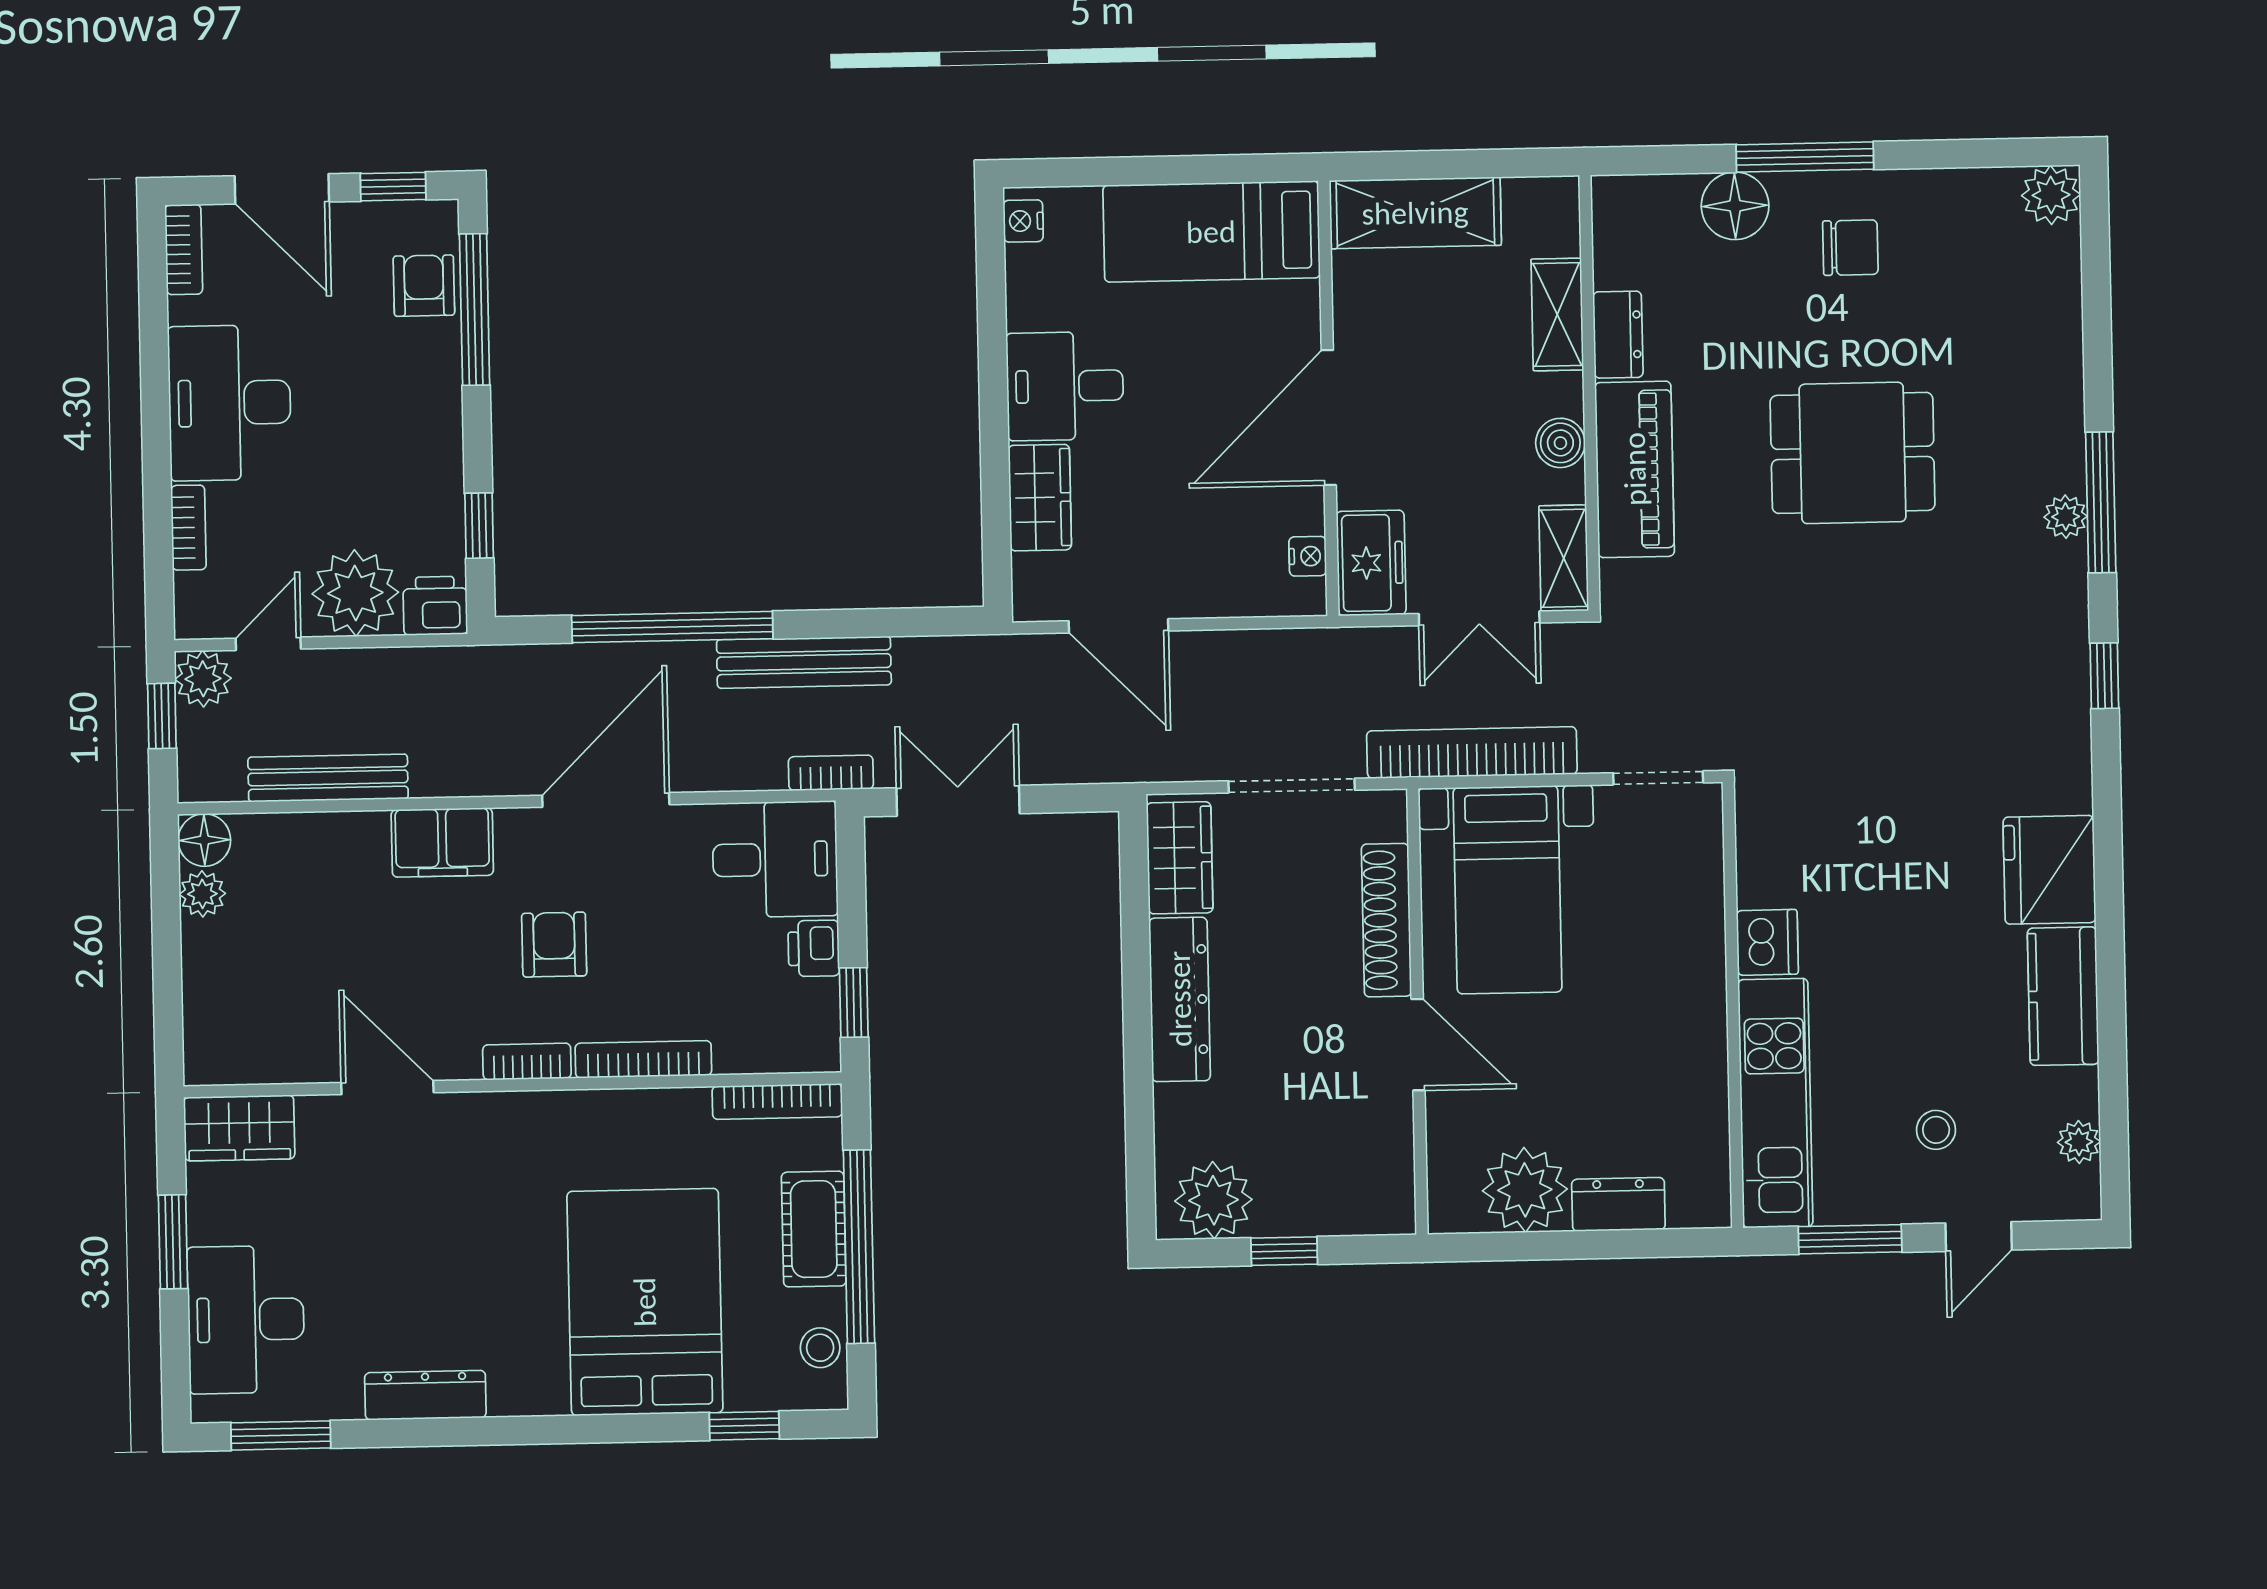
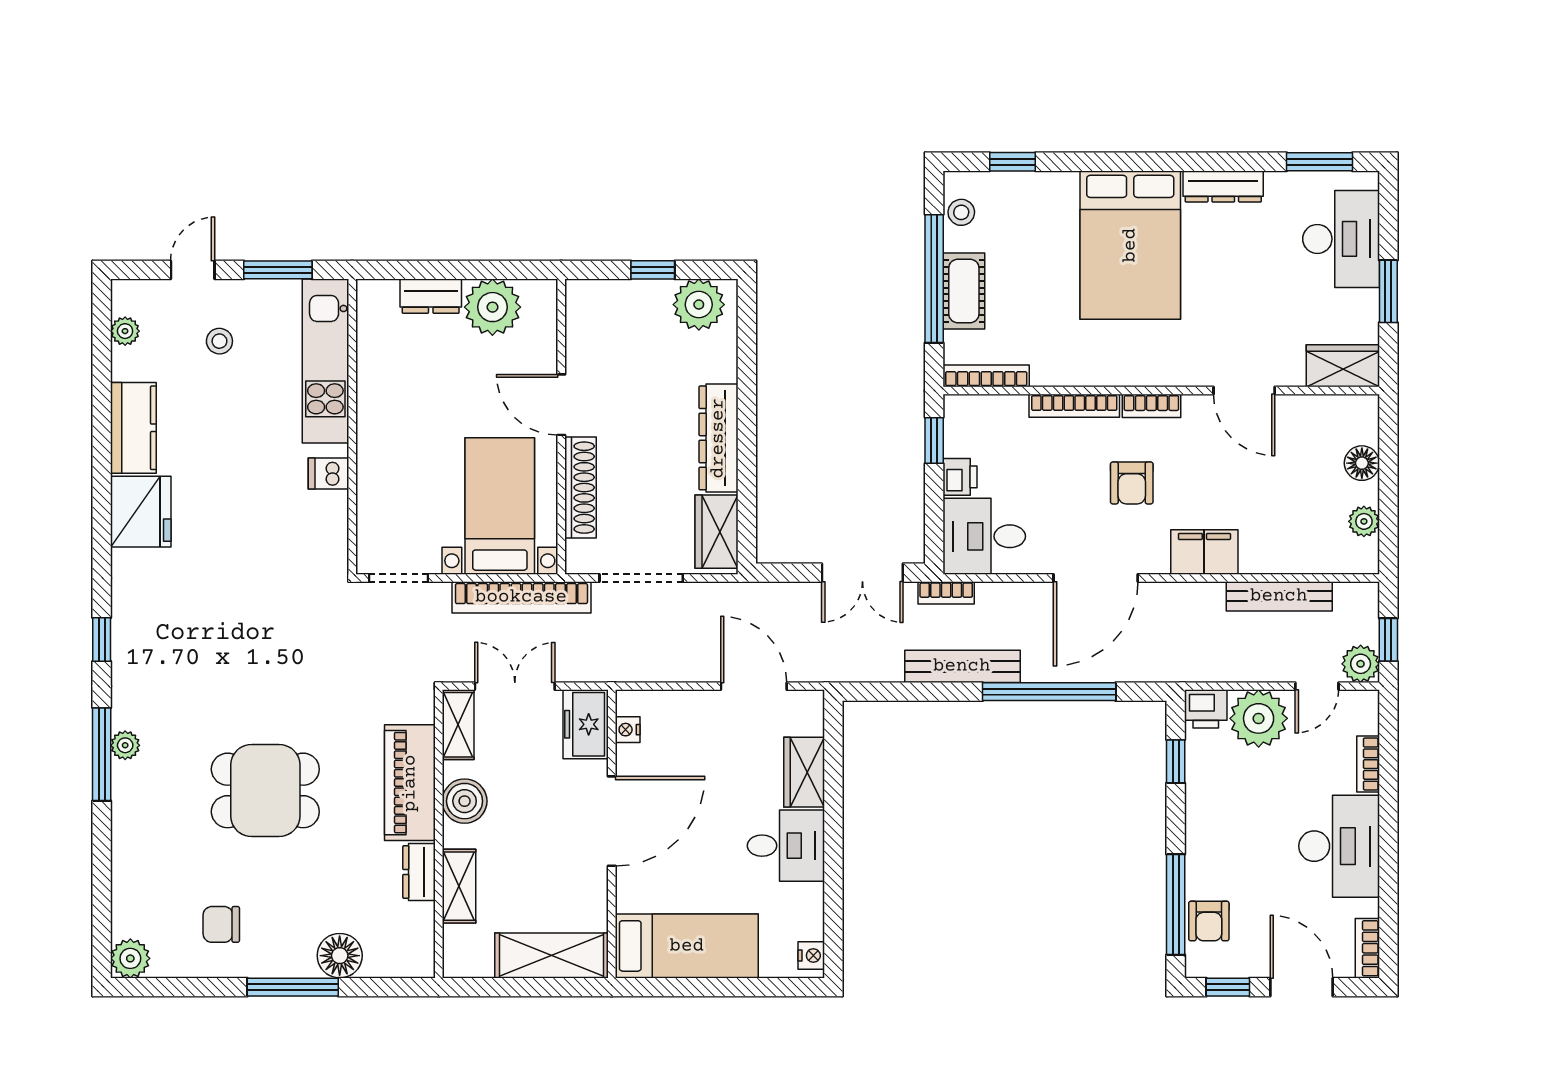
chair: (1850, 248) -> (221, 924), moved
boiler: (1560, 443) -> (465, 801), width x1.36, depth x1.36
floor lamp: (204, 840) -> (1362, 463), moved
dishwasher: (1767, 942) -> (329, 473), width x0.73
bed: (645, 1302) -> (1130, 245), moved

